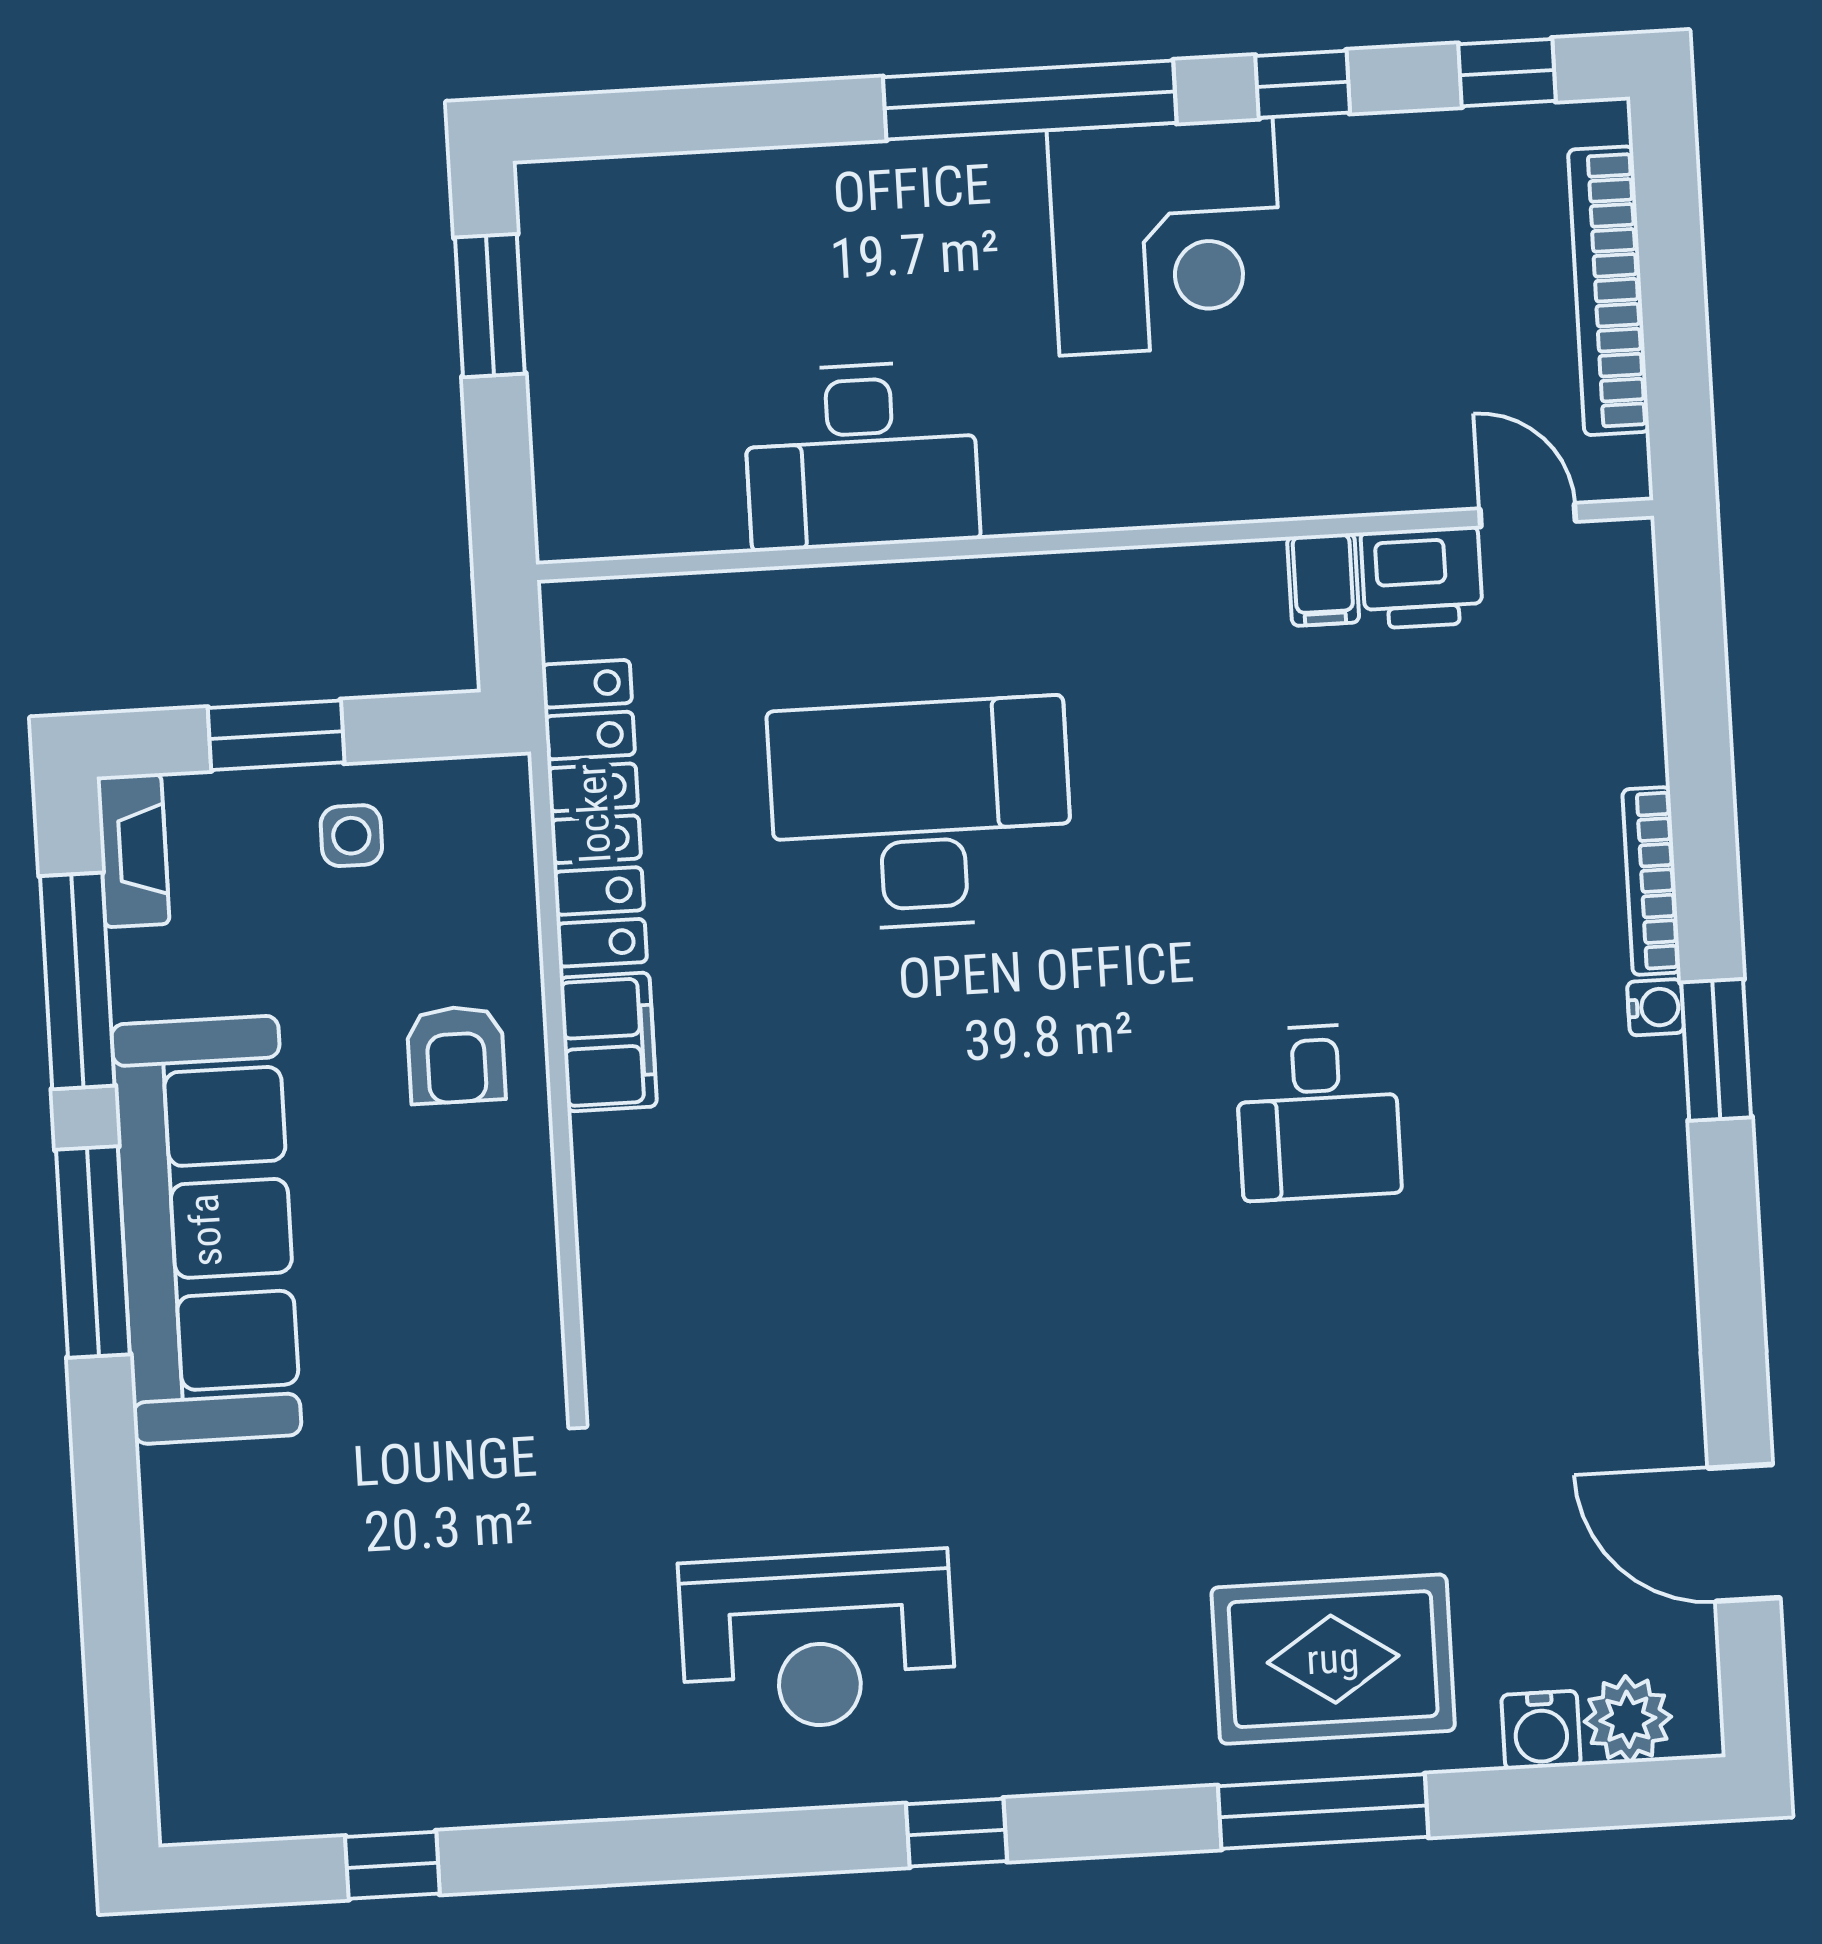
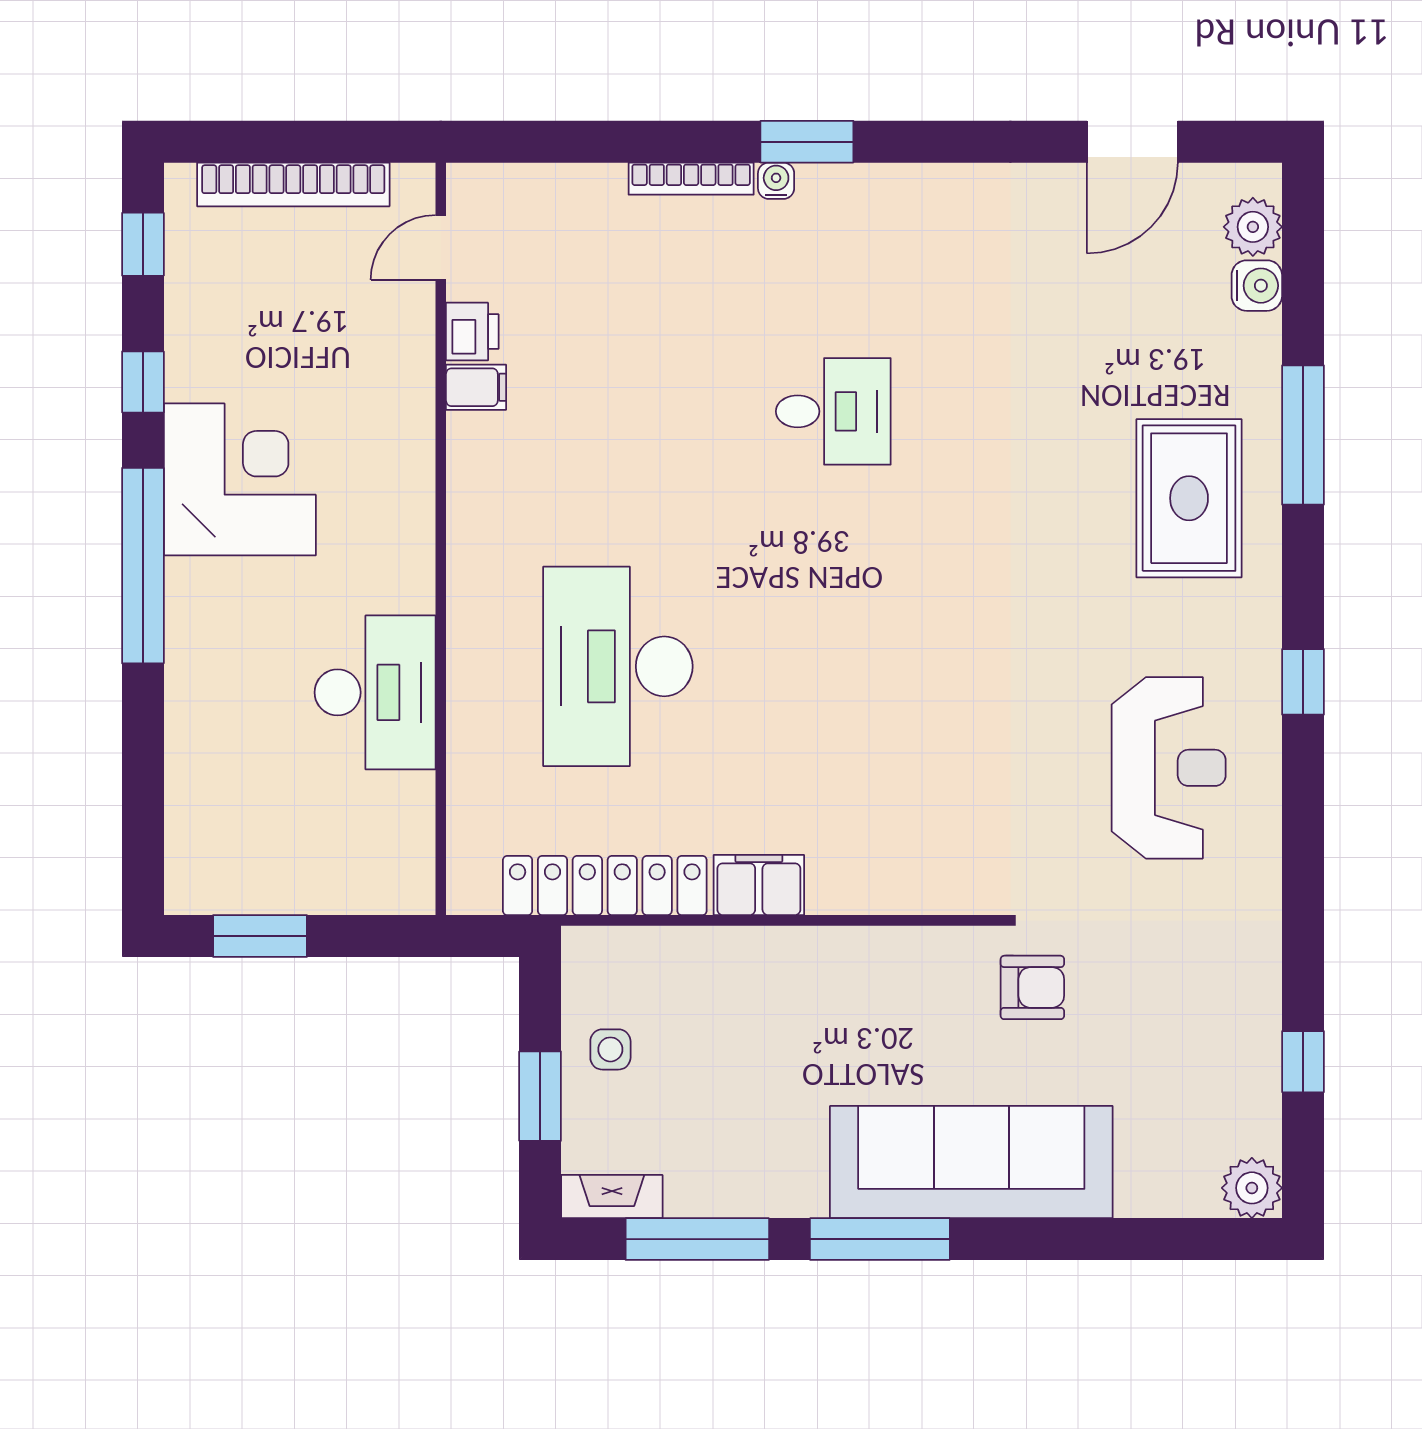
printer: (1422, 578) -> (472, 332), width x0.73, depth x0.81
armchair: (456, 1055) -> (1032, 987), moved
sofa: (206, 1230) -> (971, 1162), moved
rug: (1333, 1659) -> (1189, 498), moved
plant: (201, 1800) -> (1252, 1188), added

